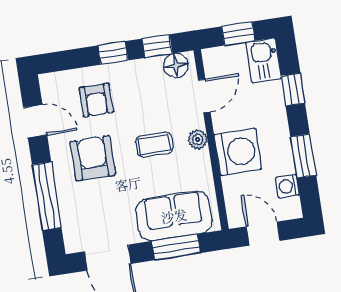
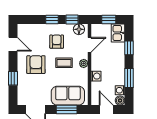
armchair: (96, 100) -> (57, 42), moved, turned 180
washing machine: (238, 152) -> (96, 76), width x0.53, depth x0.53
window: (47, 196) -> (13, 78), width x0.46
boiler: (291, 209) -> (120, 100), added

